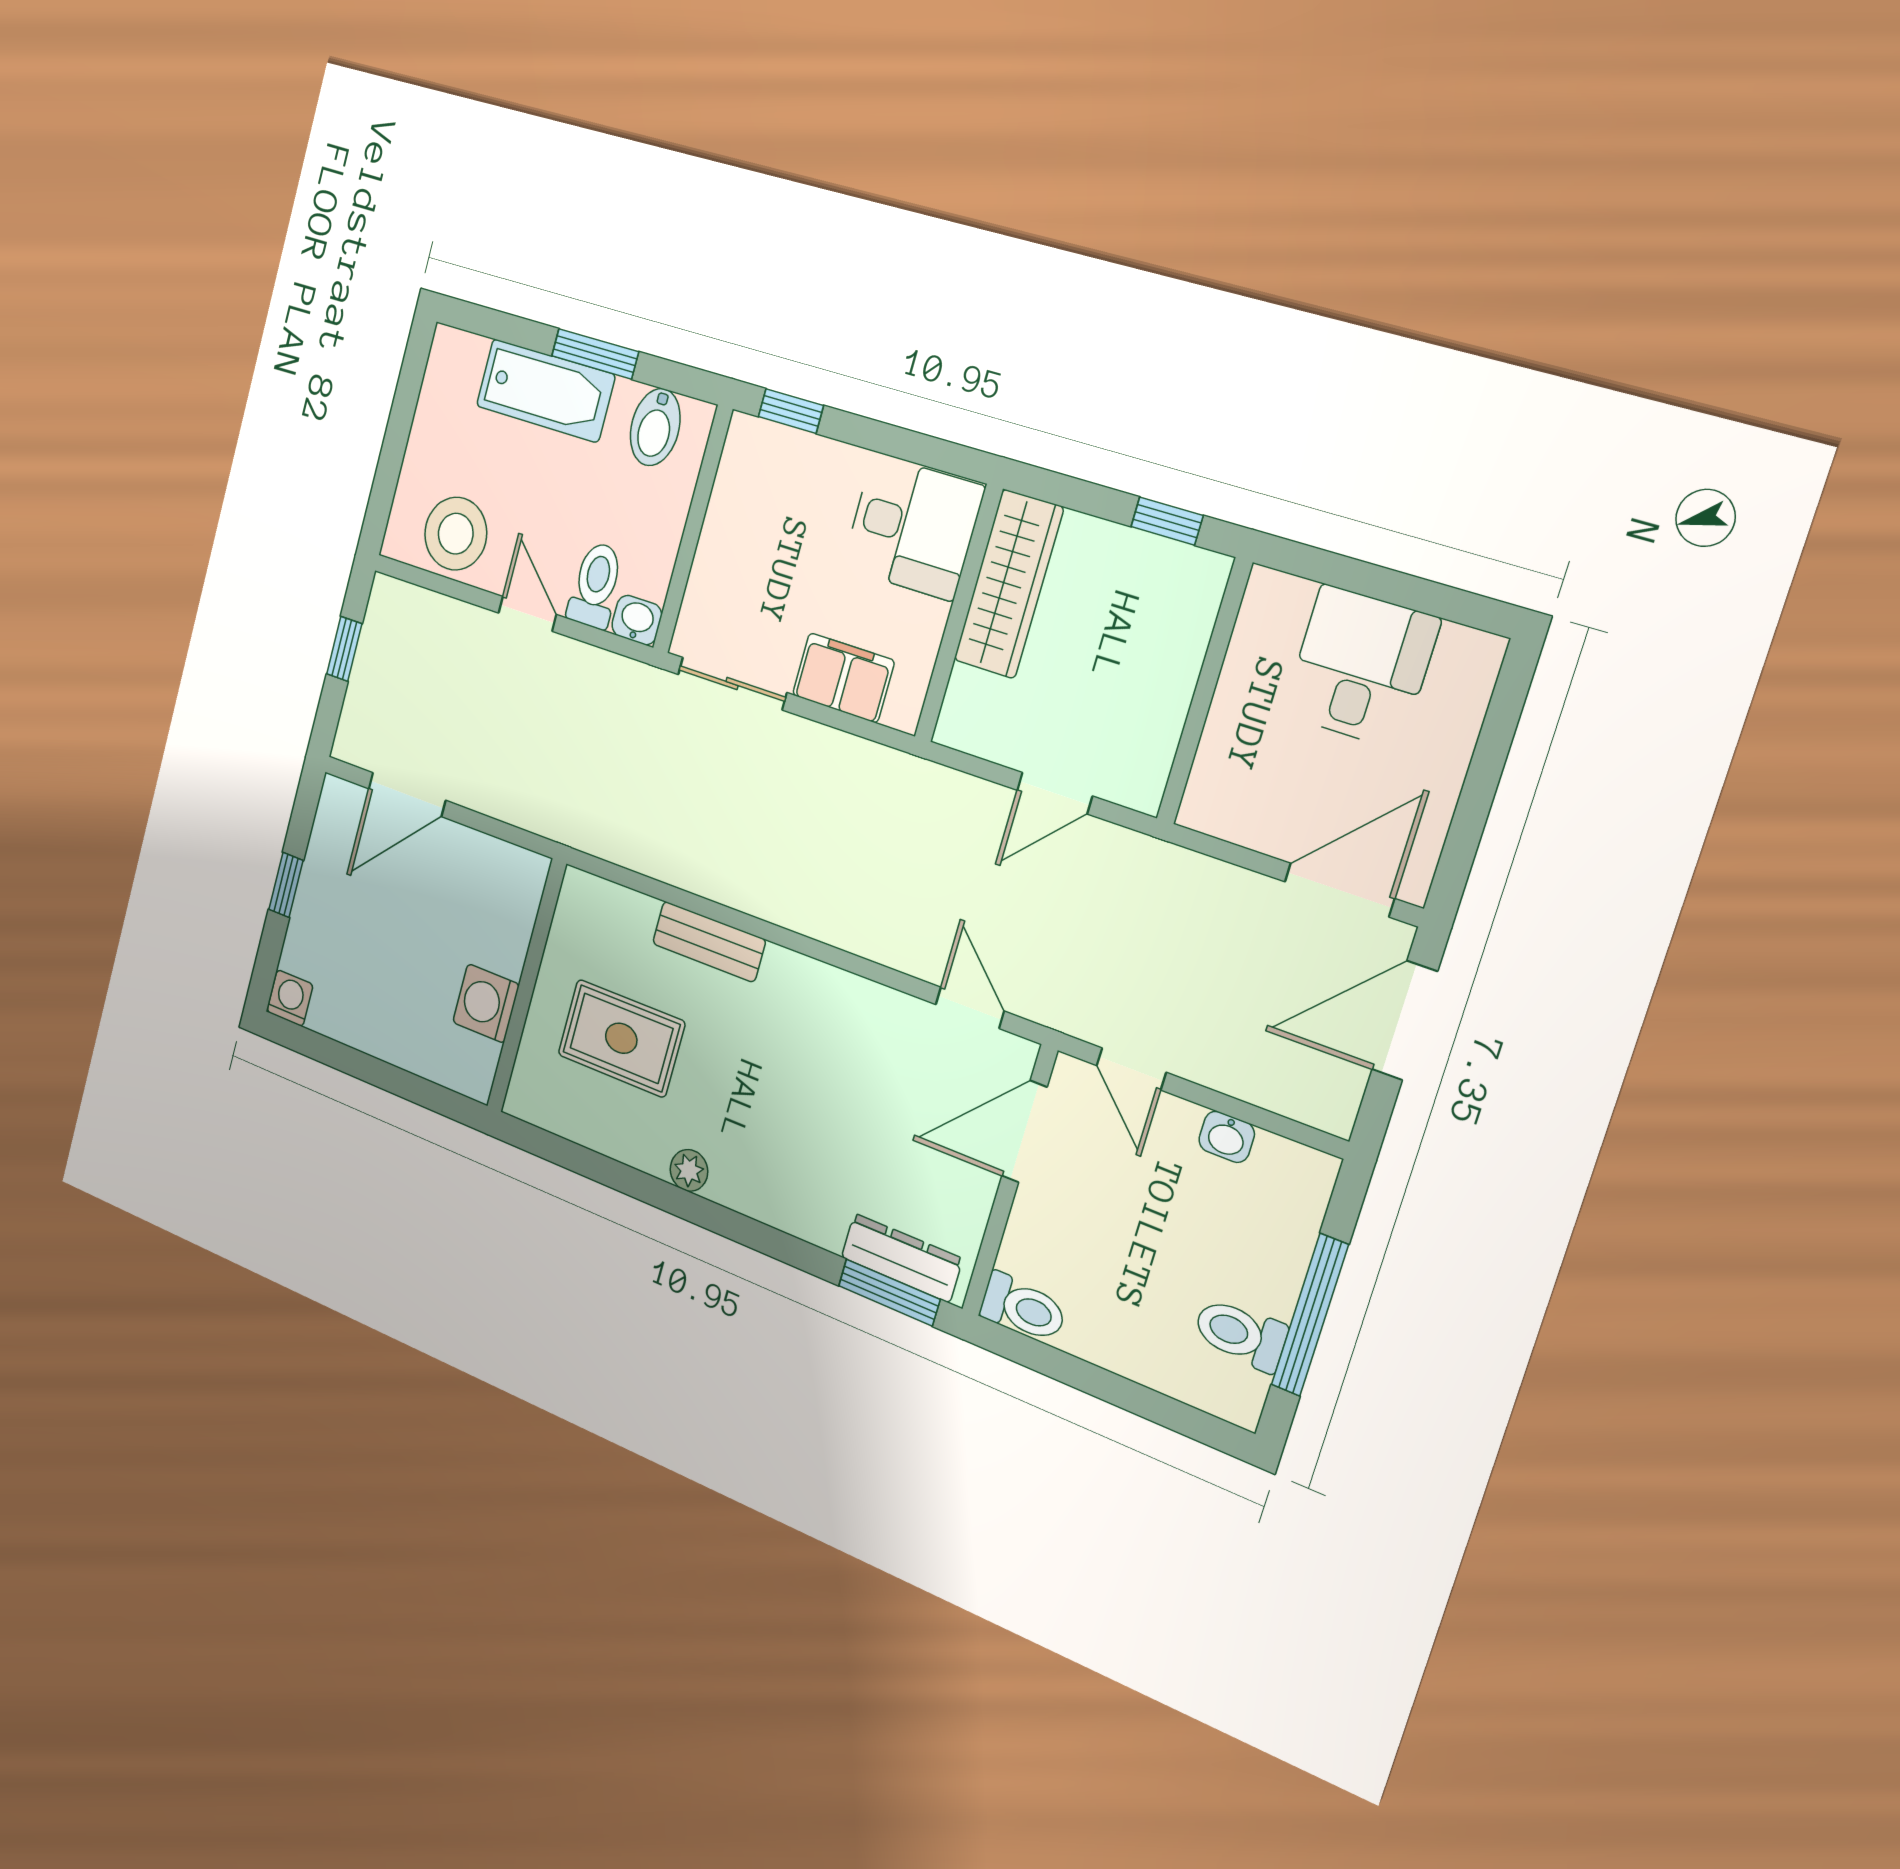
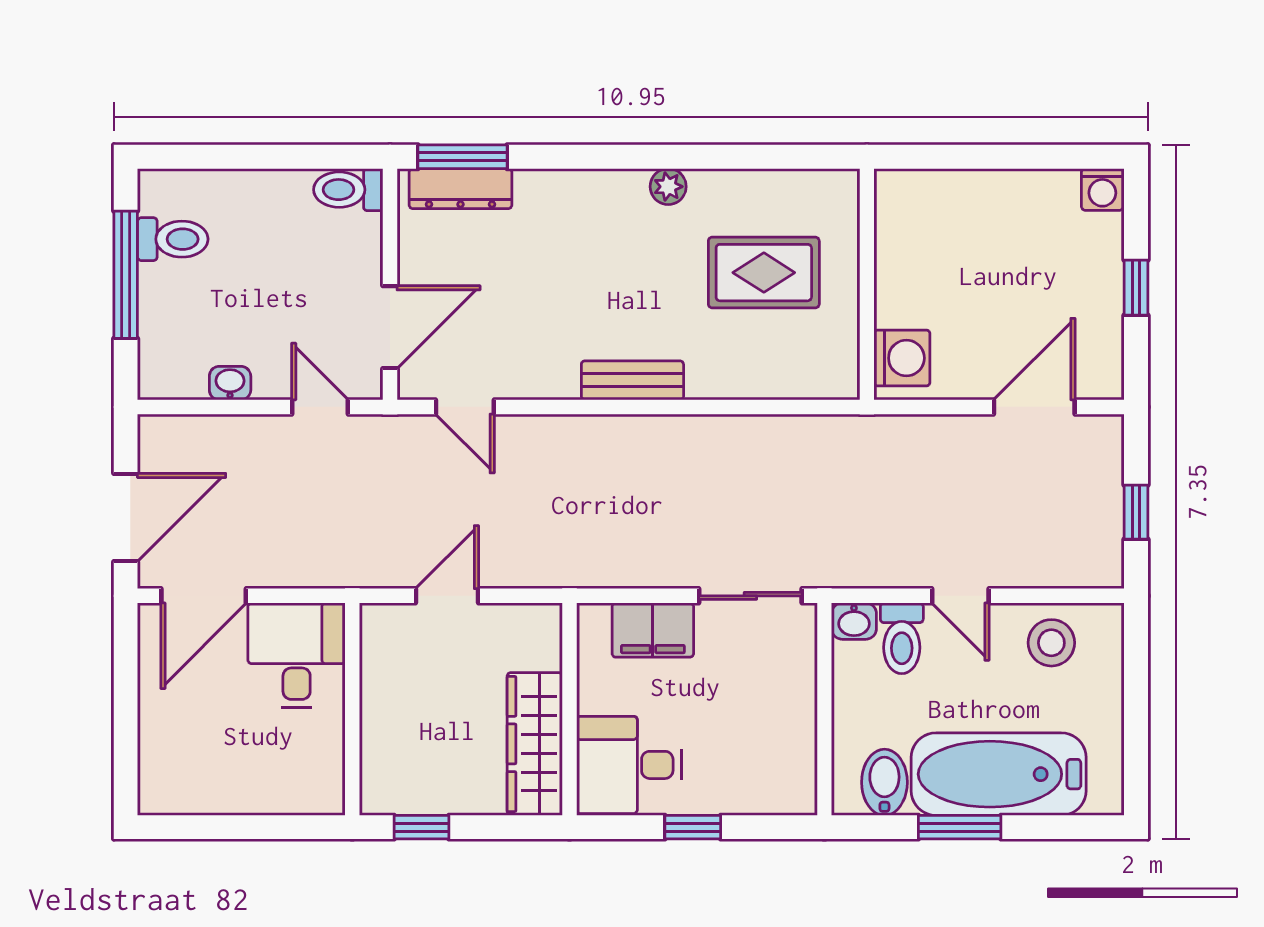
bathtub: (545, 390) -> (999, 774), width x1.36, depth x1.36
window: (791, 411) -> (693, 827), moved
stool: (456, 534) -> (1051, 643), width x0.73, depth x0.73
desk: (1361, 667) -> (297, 655), moved, turned 180
bench: (709, 942) -> (632, 380), moved
washing machine: (486, 1003) -> (902, 358), moved

